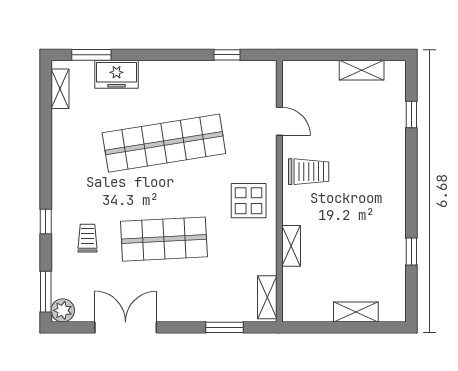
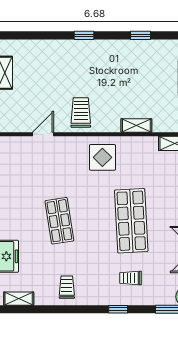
window: (411, 115) -> (84, 35), moved
shop shelf: (164, 143) -> (59, 221), width x0.50, depth x0.74
trolley: (75, 153) -> (67, 287), added

